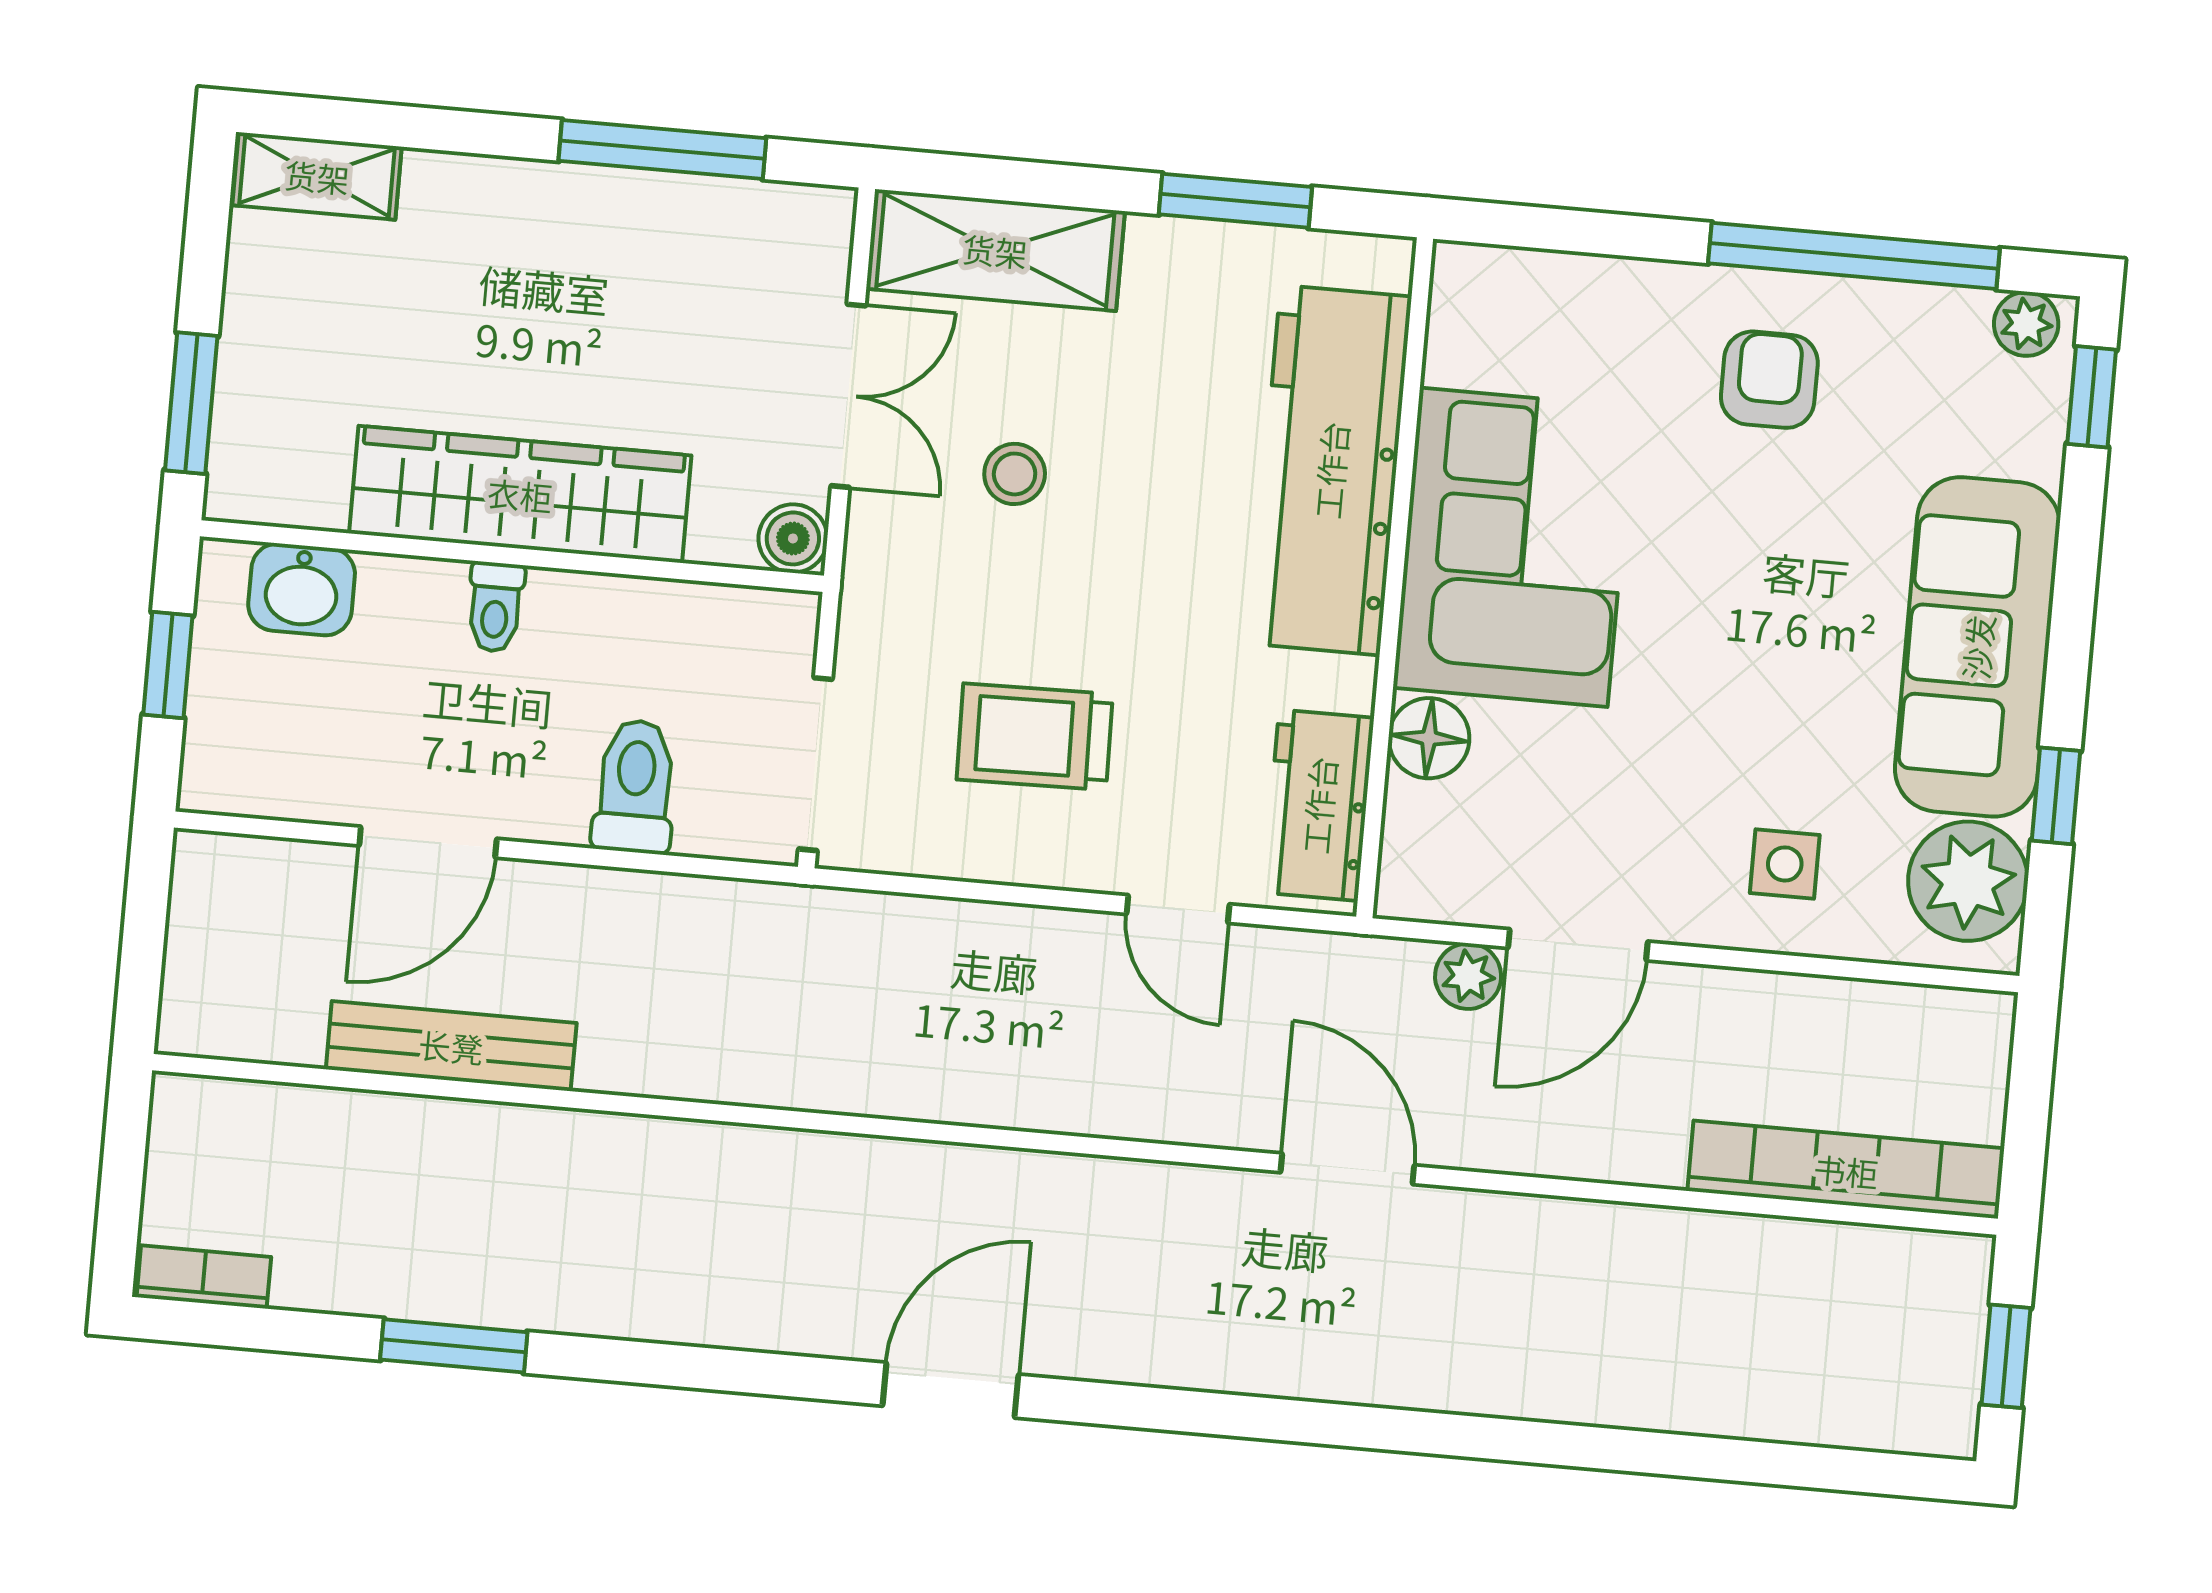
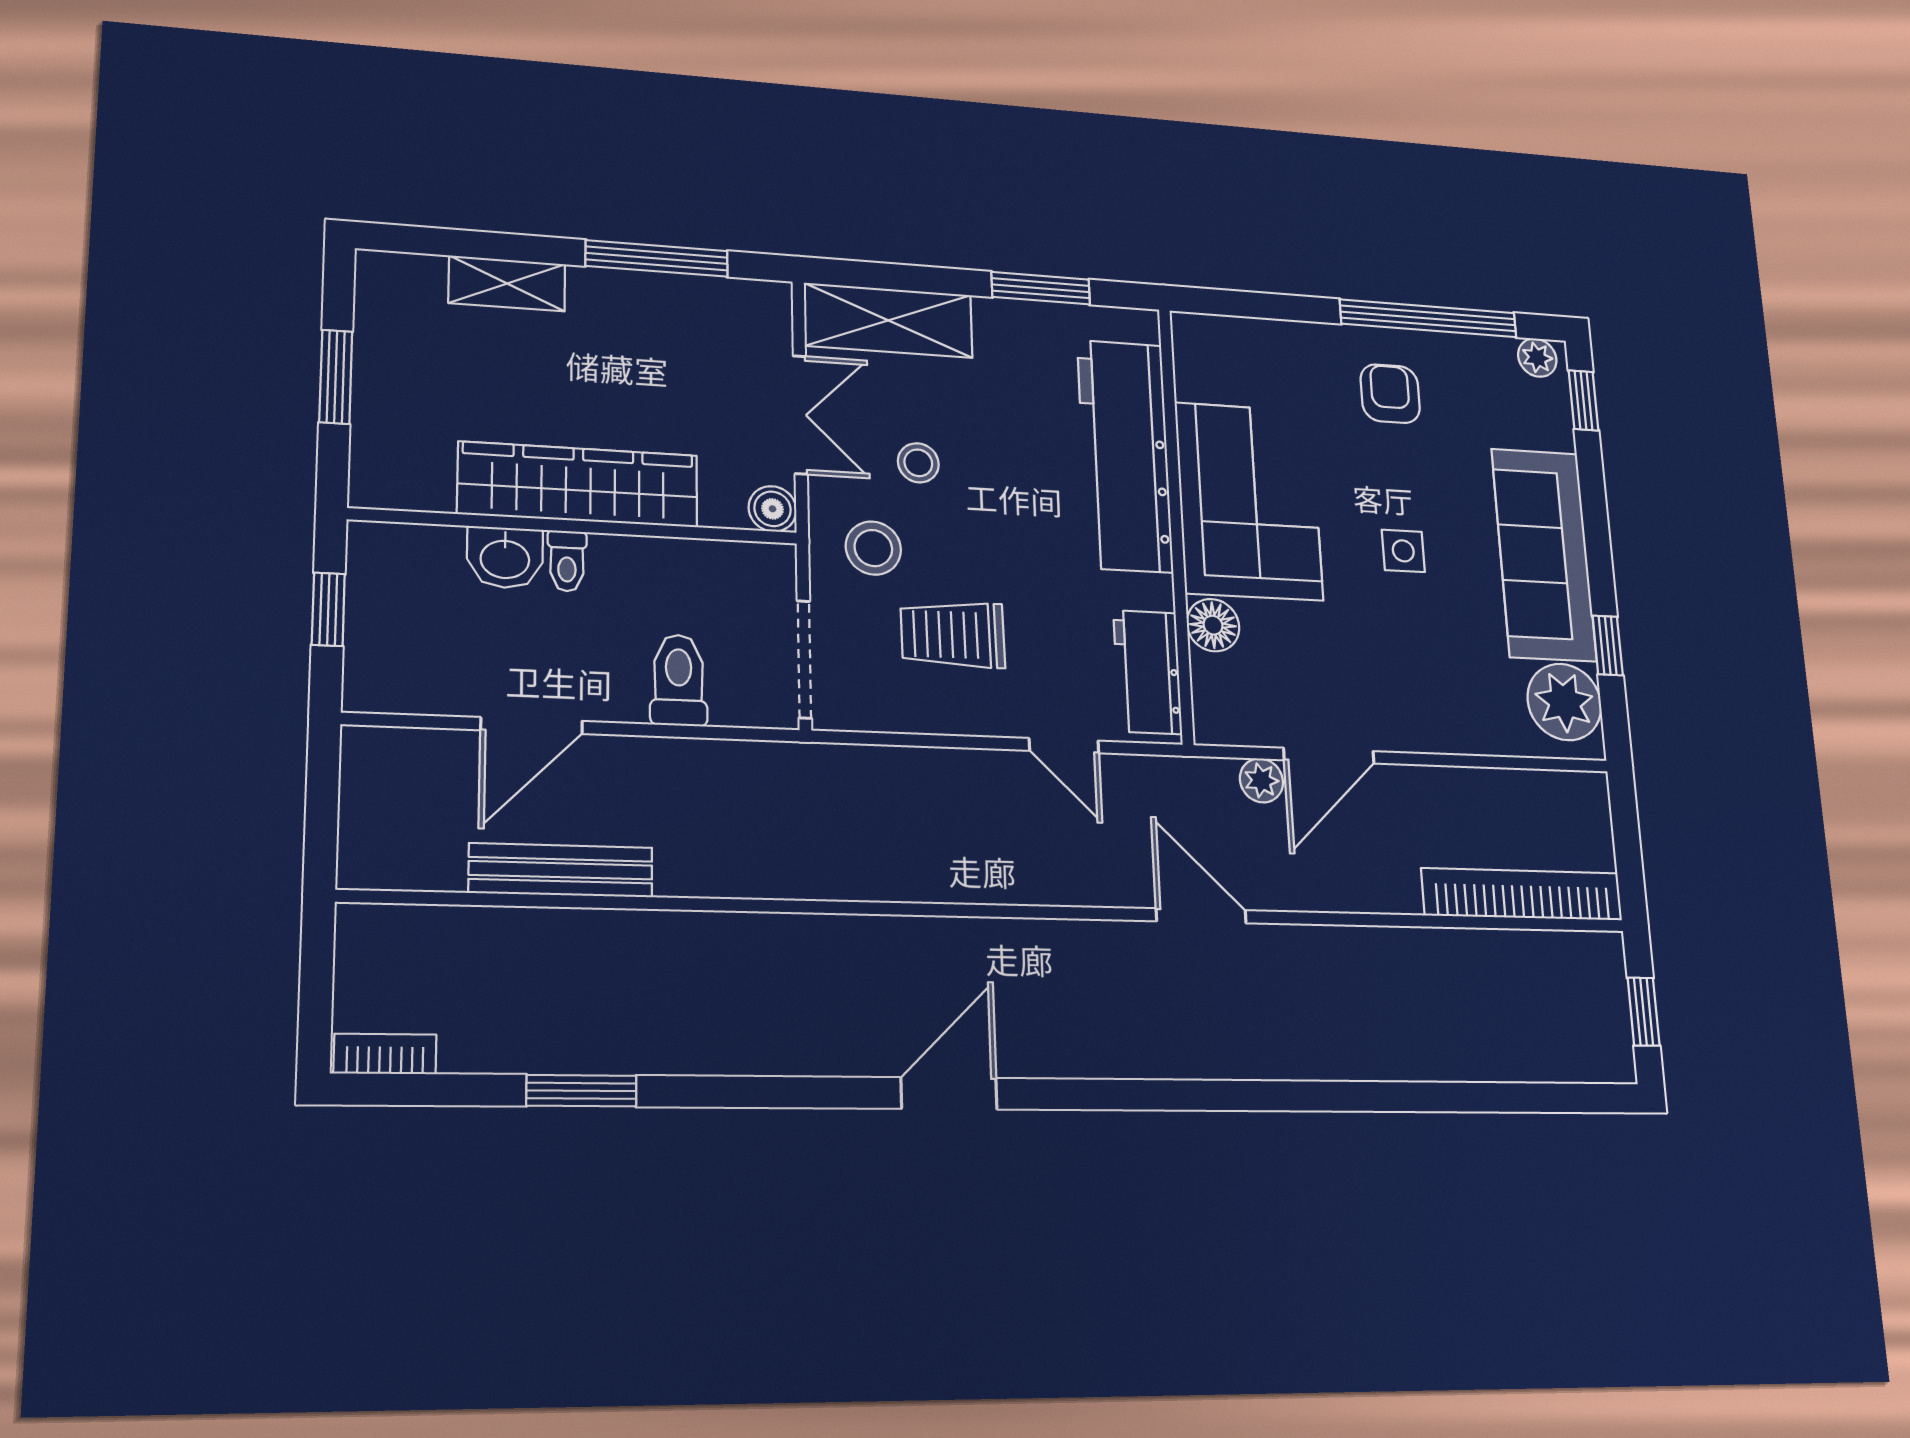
shelving: (317, 176) -> (507, 284), moved
window: (191, 403) -> (336, 377), moved
washbasin: (302, 589) -> (505, 558), moved
stool: (933, 602) -> (873, 548), added
side table: (1785, 864) -> (1403, 551), moved

